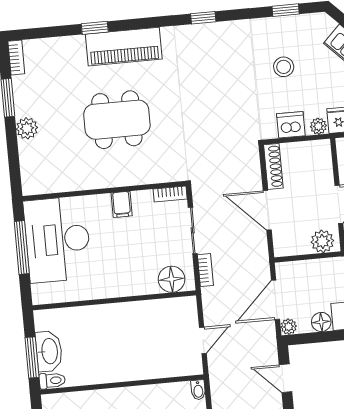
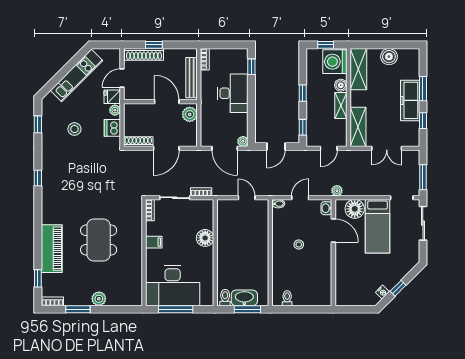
window: (95, 28) -> (38, 278), moved
piano: (124, 47) -> (52, 249), moved
floor lamp: (172, 279) -> (205, 238), moved
floor lamp: (321, 322) -> (242, 120), removed
toilet: (52, 381) -> (225, 298), moved

